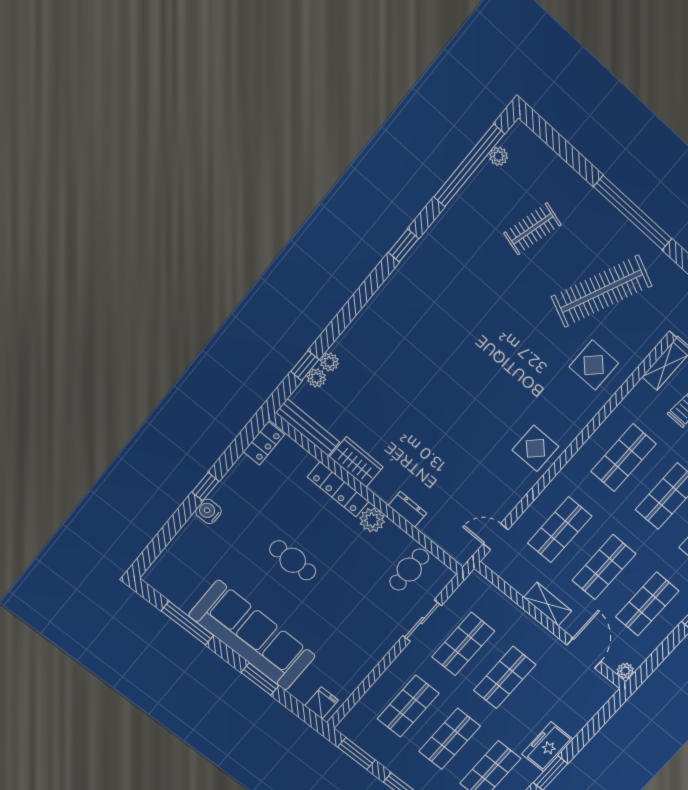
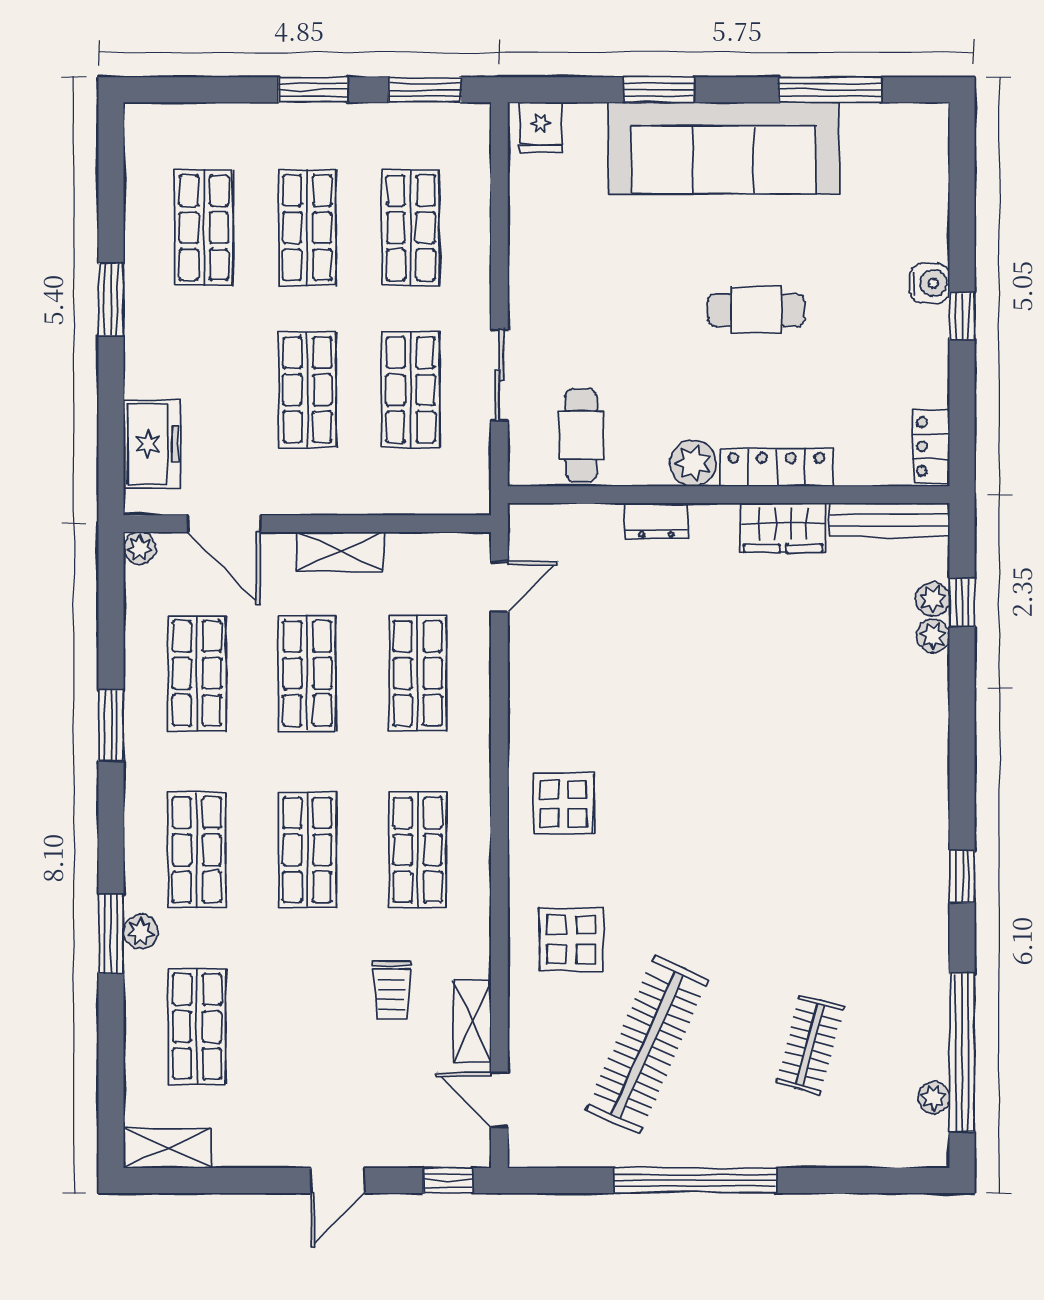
display table: (535, 448) -> (563, 804), moved
freezer: (547, 747) -> (152, 444), moved

